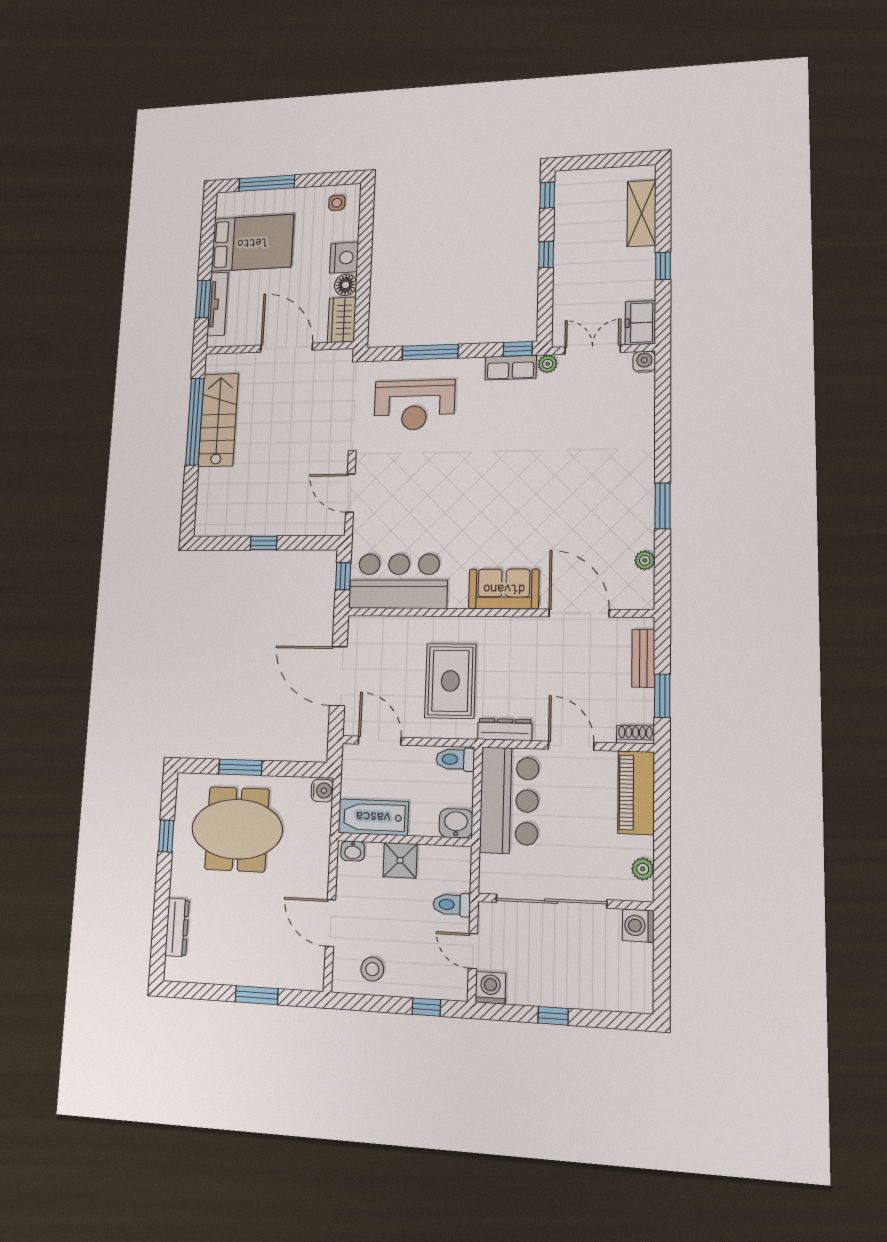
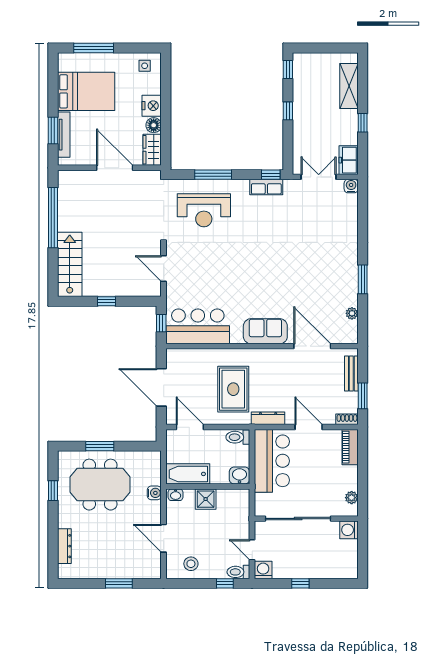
plant: (548, 364) -> (290, 185), removed
stairs: (218, 420) -> (70, 264), moved
water cooler: (322, 791) -> (154, 493), moved
piano: (636, 793) -> (350, 447), width x0.73, depth x0.75
toilet: (452, 905) -> (238, 572), moved

